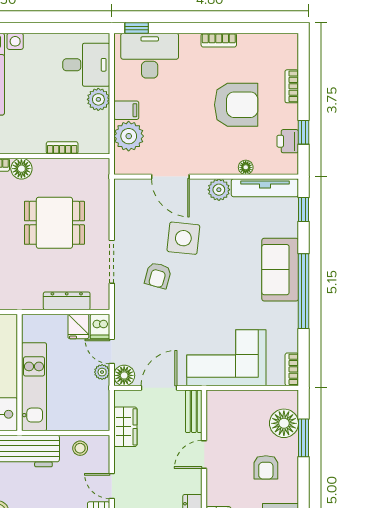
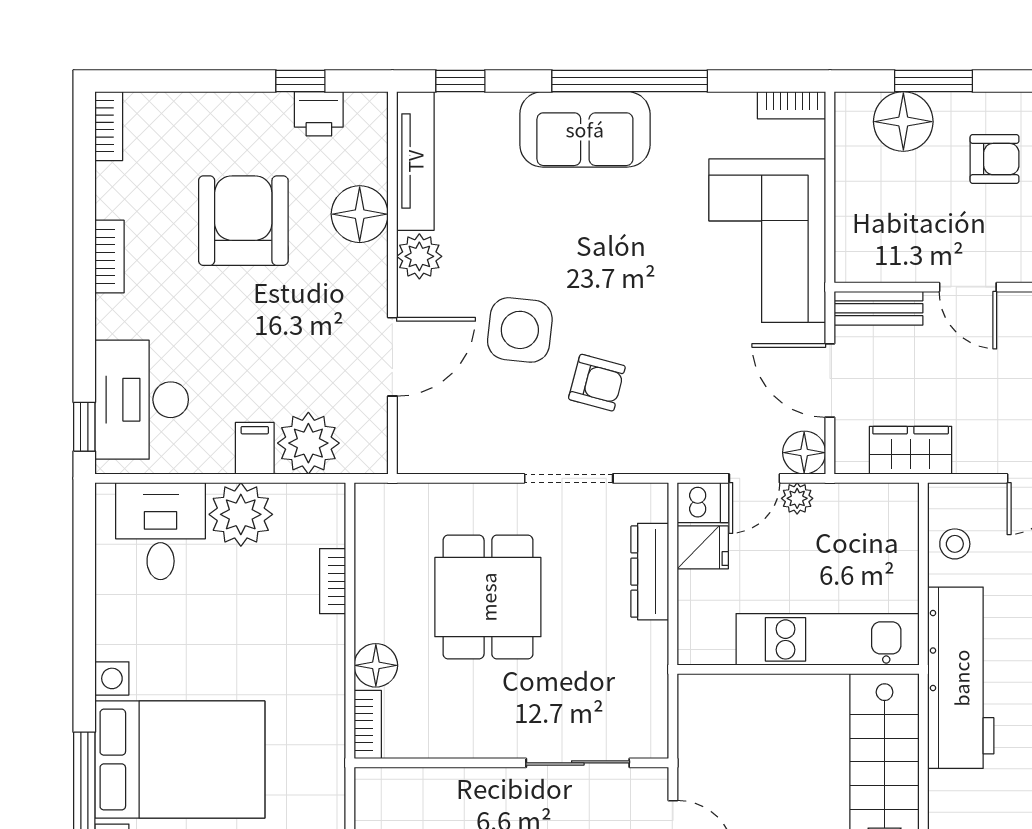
bookcase: (292, 86) -> (109, 126), moved, turned -90
plant: (98, 99) -> (241, 514), width x1.36, depth x1.36
floor lamp: (246, 167) -> (360, 214), width x1.89, depth x1.89

